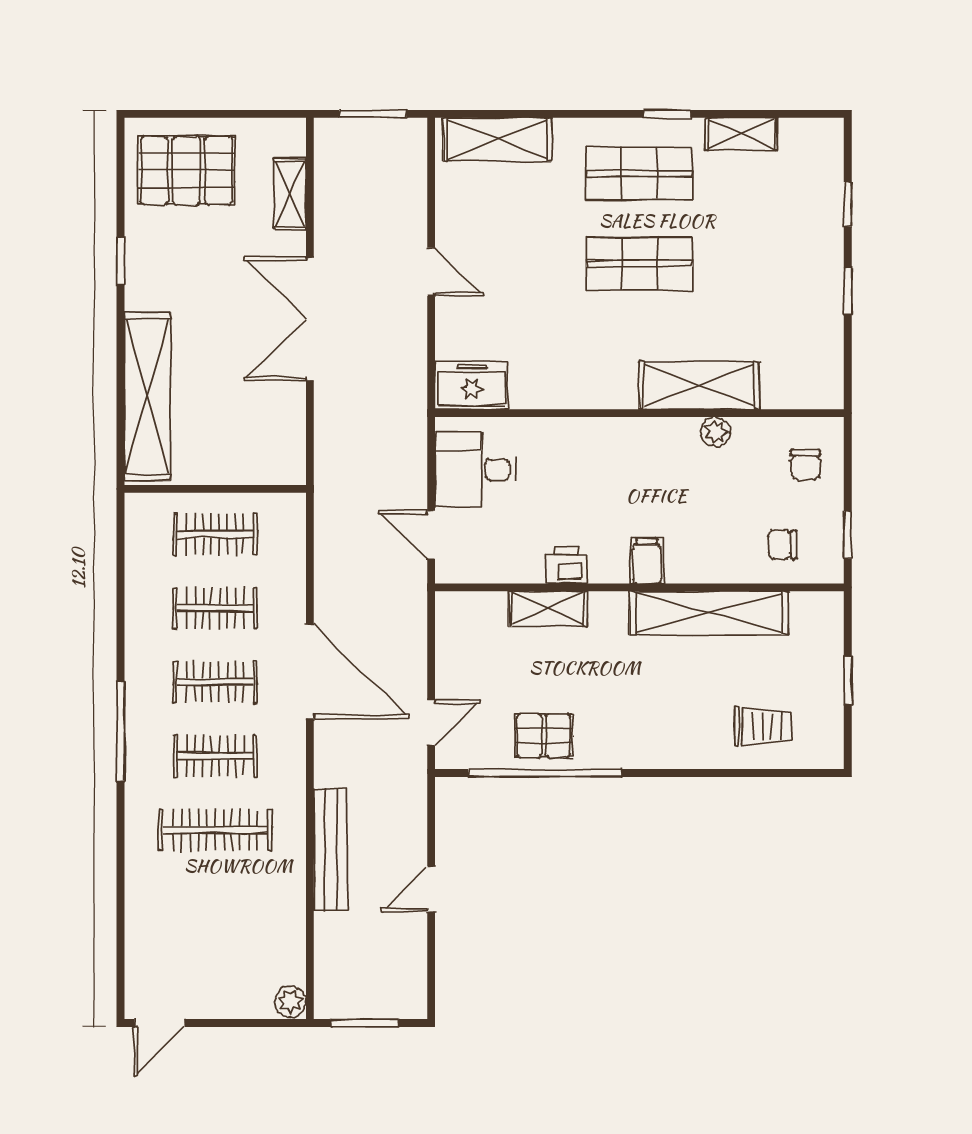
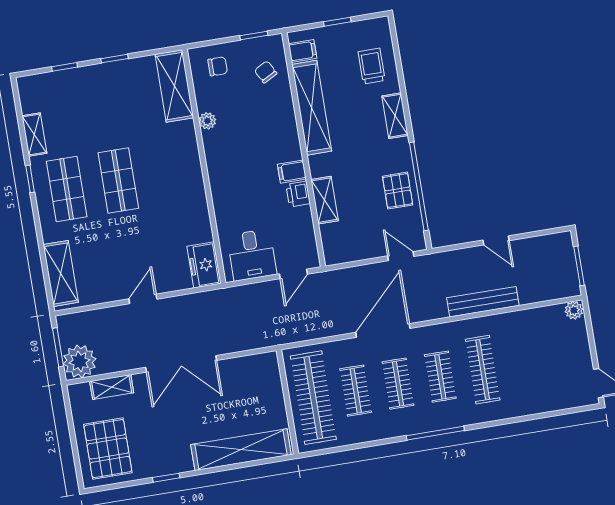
plant: (343, 147) -> (80, 361), added
shelving: (699, 385) -> (174, 86), moved
clothes rail: (215, 534) -> (313, 398), width x1.86, depth x1.31
chair: (782, 545) -> (266, 72), turned 152
filing cabinet: (647, 561) -> (292, 172), moved
filing cabinet: (808, 613) -> (303, 51), added
shelving: (672, 752) -> (395, 116), added

